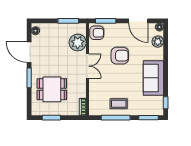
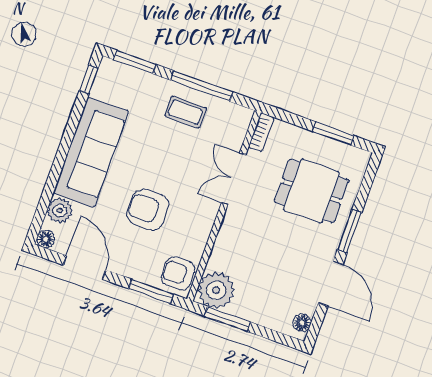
plant: (78, 43) -> (216, 290), moved
double door: (87, 66) -> (234, 179), moved
sofa: (153, 78) -> (91, 152), width x1.36

